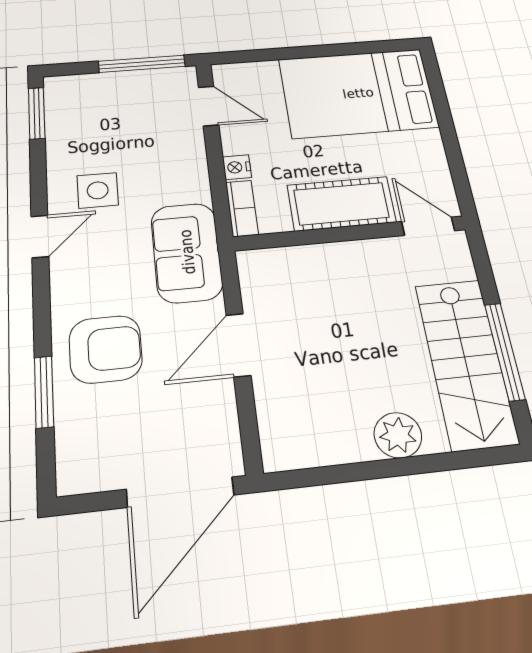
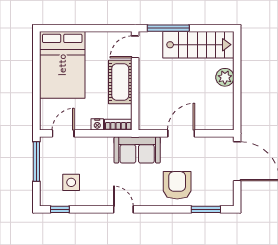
window: (37, 113) -> (60, 209), width x0.67
side table: (98, 190) -> (71, 182), moved
door: (238, 345) -> (181, 133), swing flipped
window: (505, 351) -> (168, 28), moved
window: (44, 392) -> (206, 209), moved

